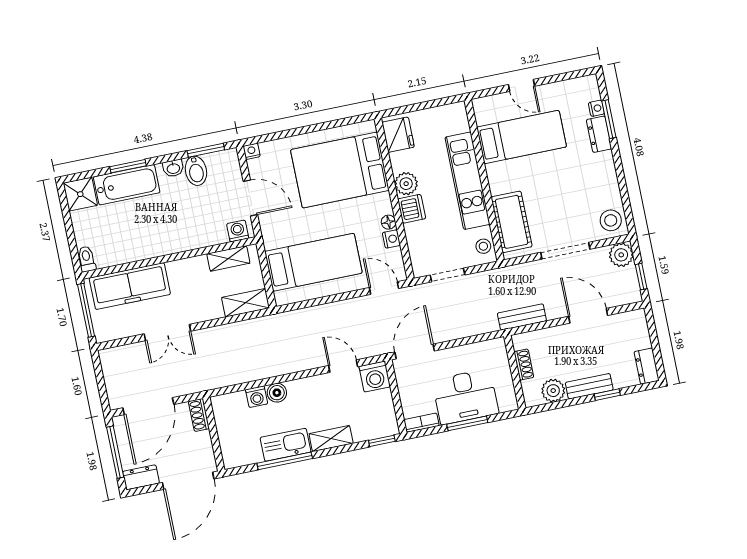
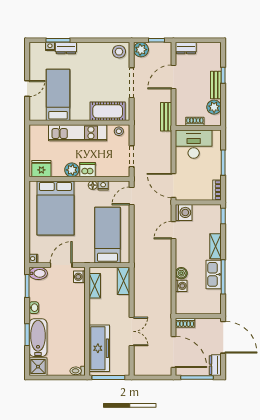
bidet: (196, 171) -> (38, 273), moved
dresser: (647, 366) -> (186, 48), moved
desk: (465, 397) -> (194, 144), moved, turned -90

